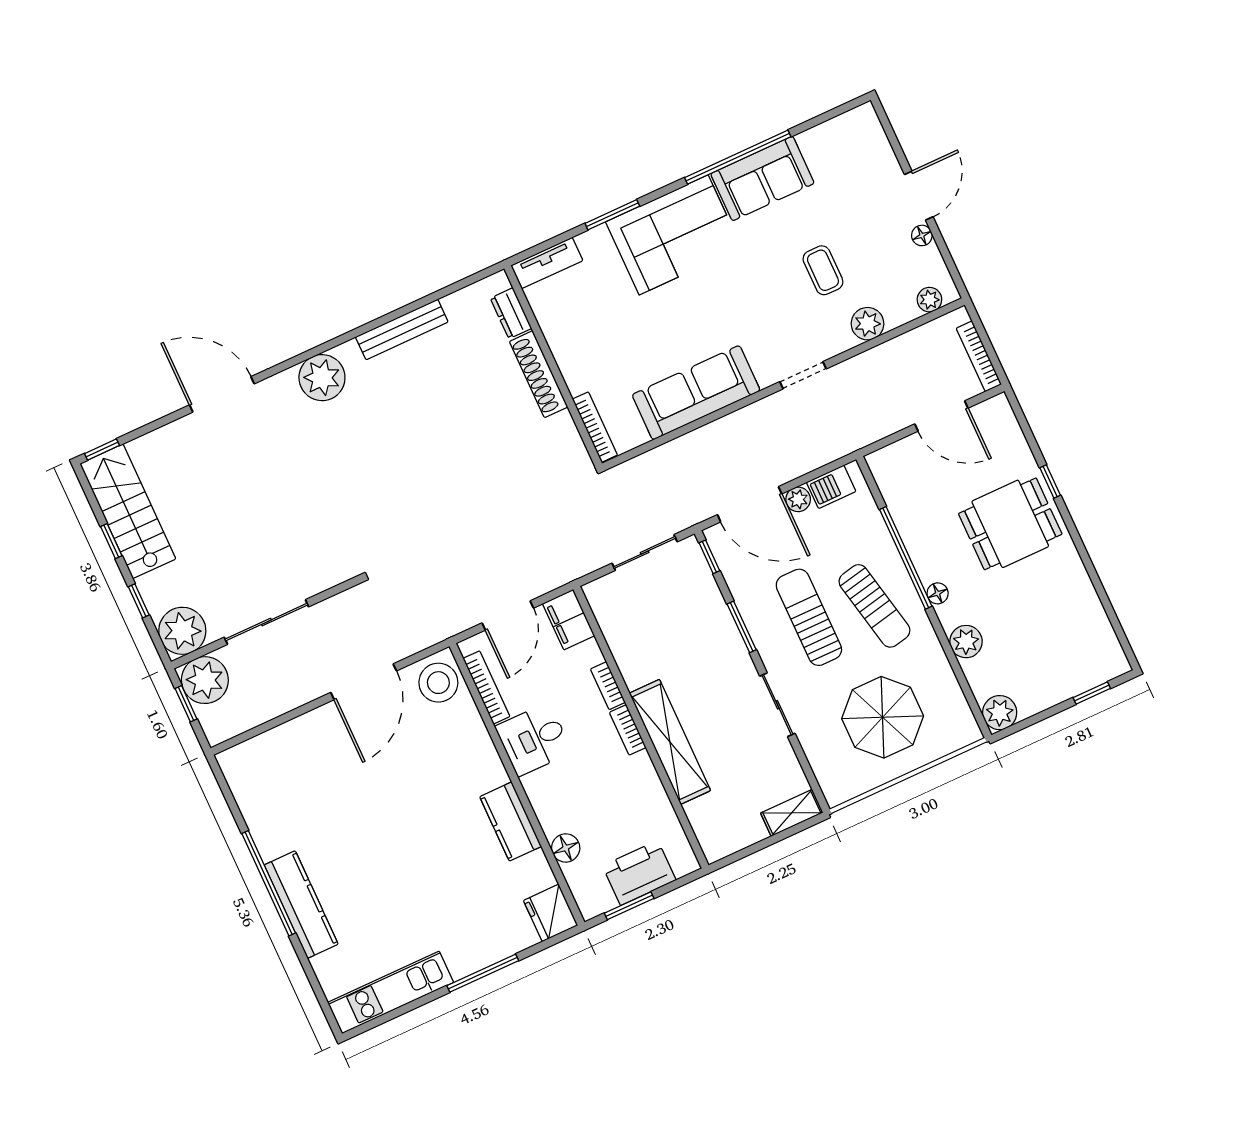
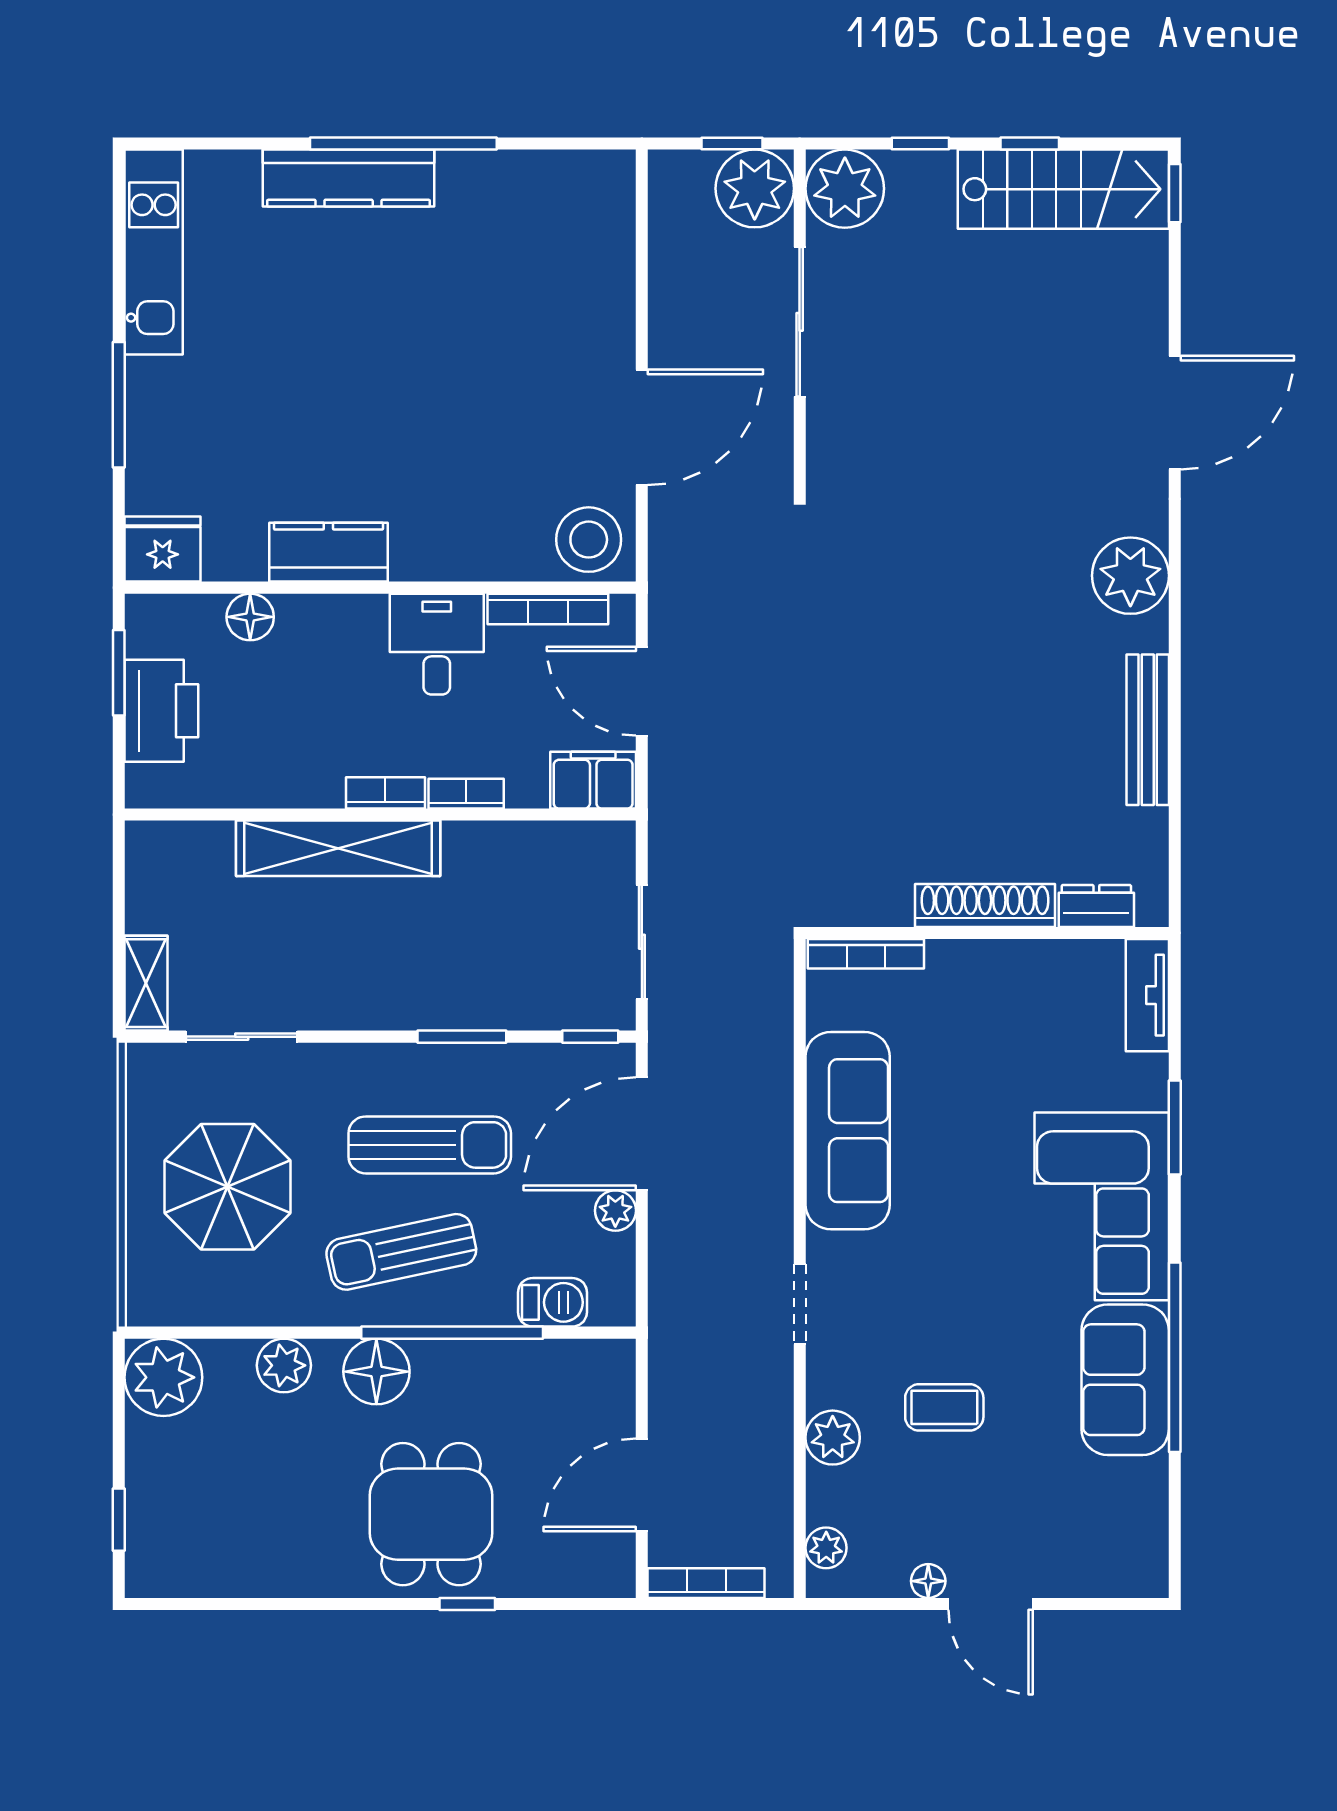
barbecue: (831, 487) -> (552, 1302), moved, turned 90
floor lamp: (938, 593) -> (376, 1372), width x1.89, depth x1.89
door: (364, 682) -> (642, 427), swing flipped
sliding door: (777, 705) -> (242, 1037), moved
plant: (1000, 713) -> (163, 1377), width x1.36, depth x1.36

